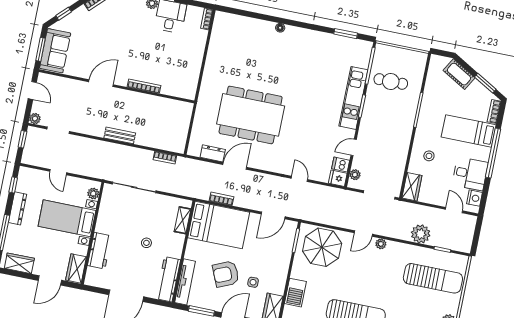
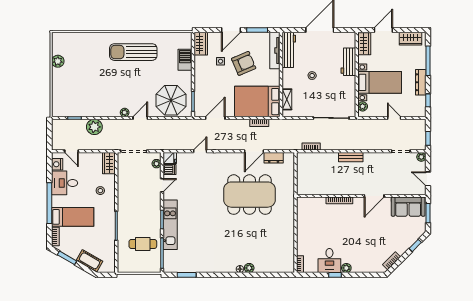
plant: (269, 27) -> (249, 268), added
sofa: (55, 51) -> (408, 207), moved, turned -90
door: (299, 179) -> (200, 151), swing flipped
sun lounger: (433, 278) -> (77, 93), removed

